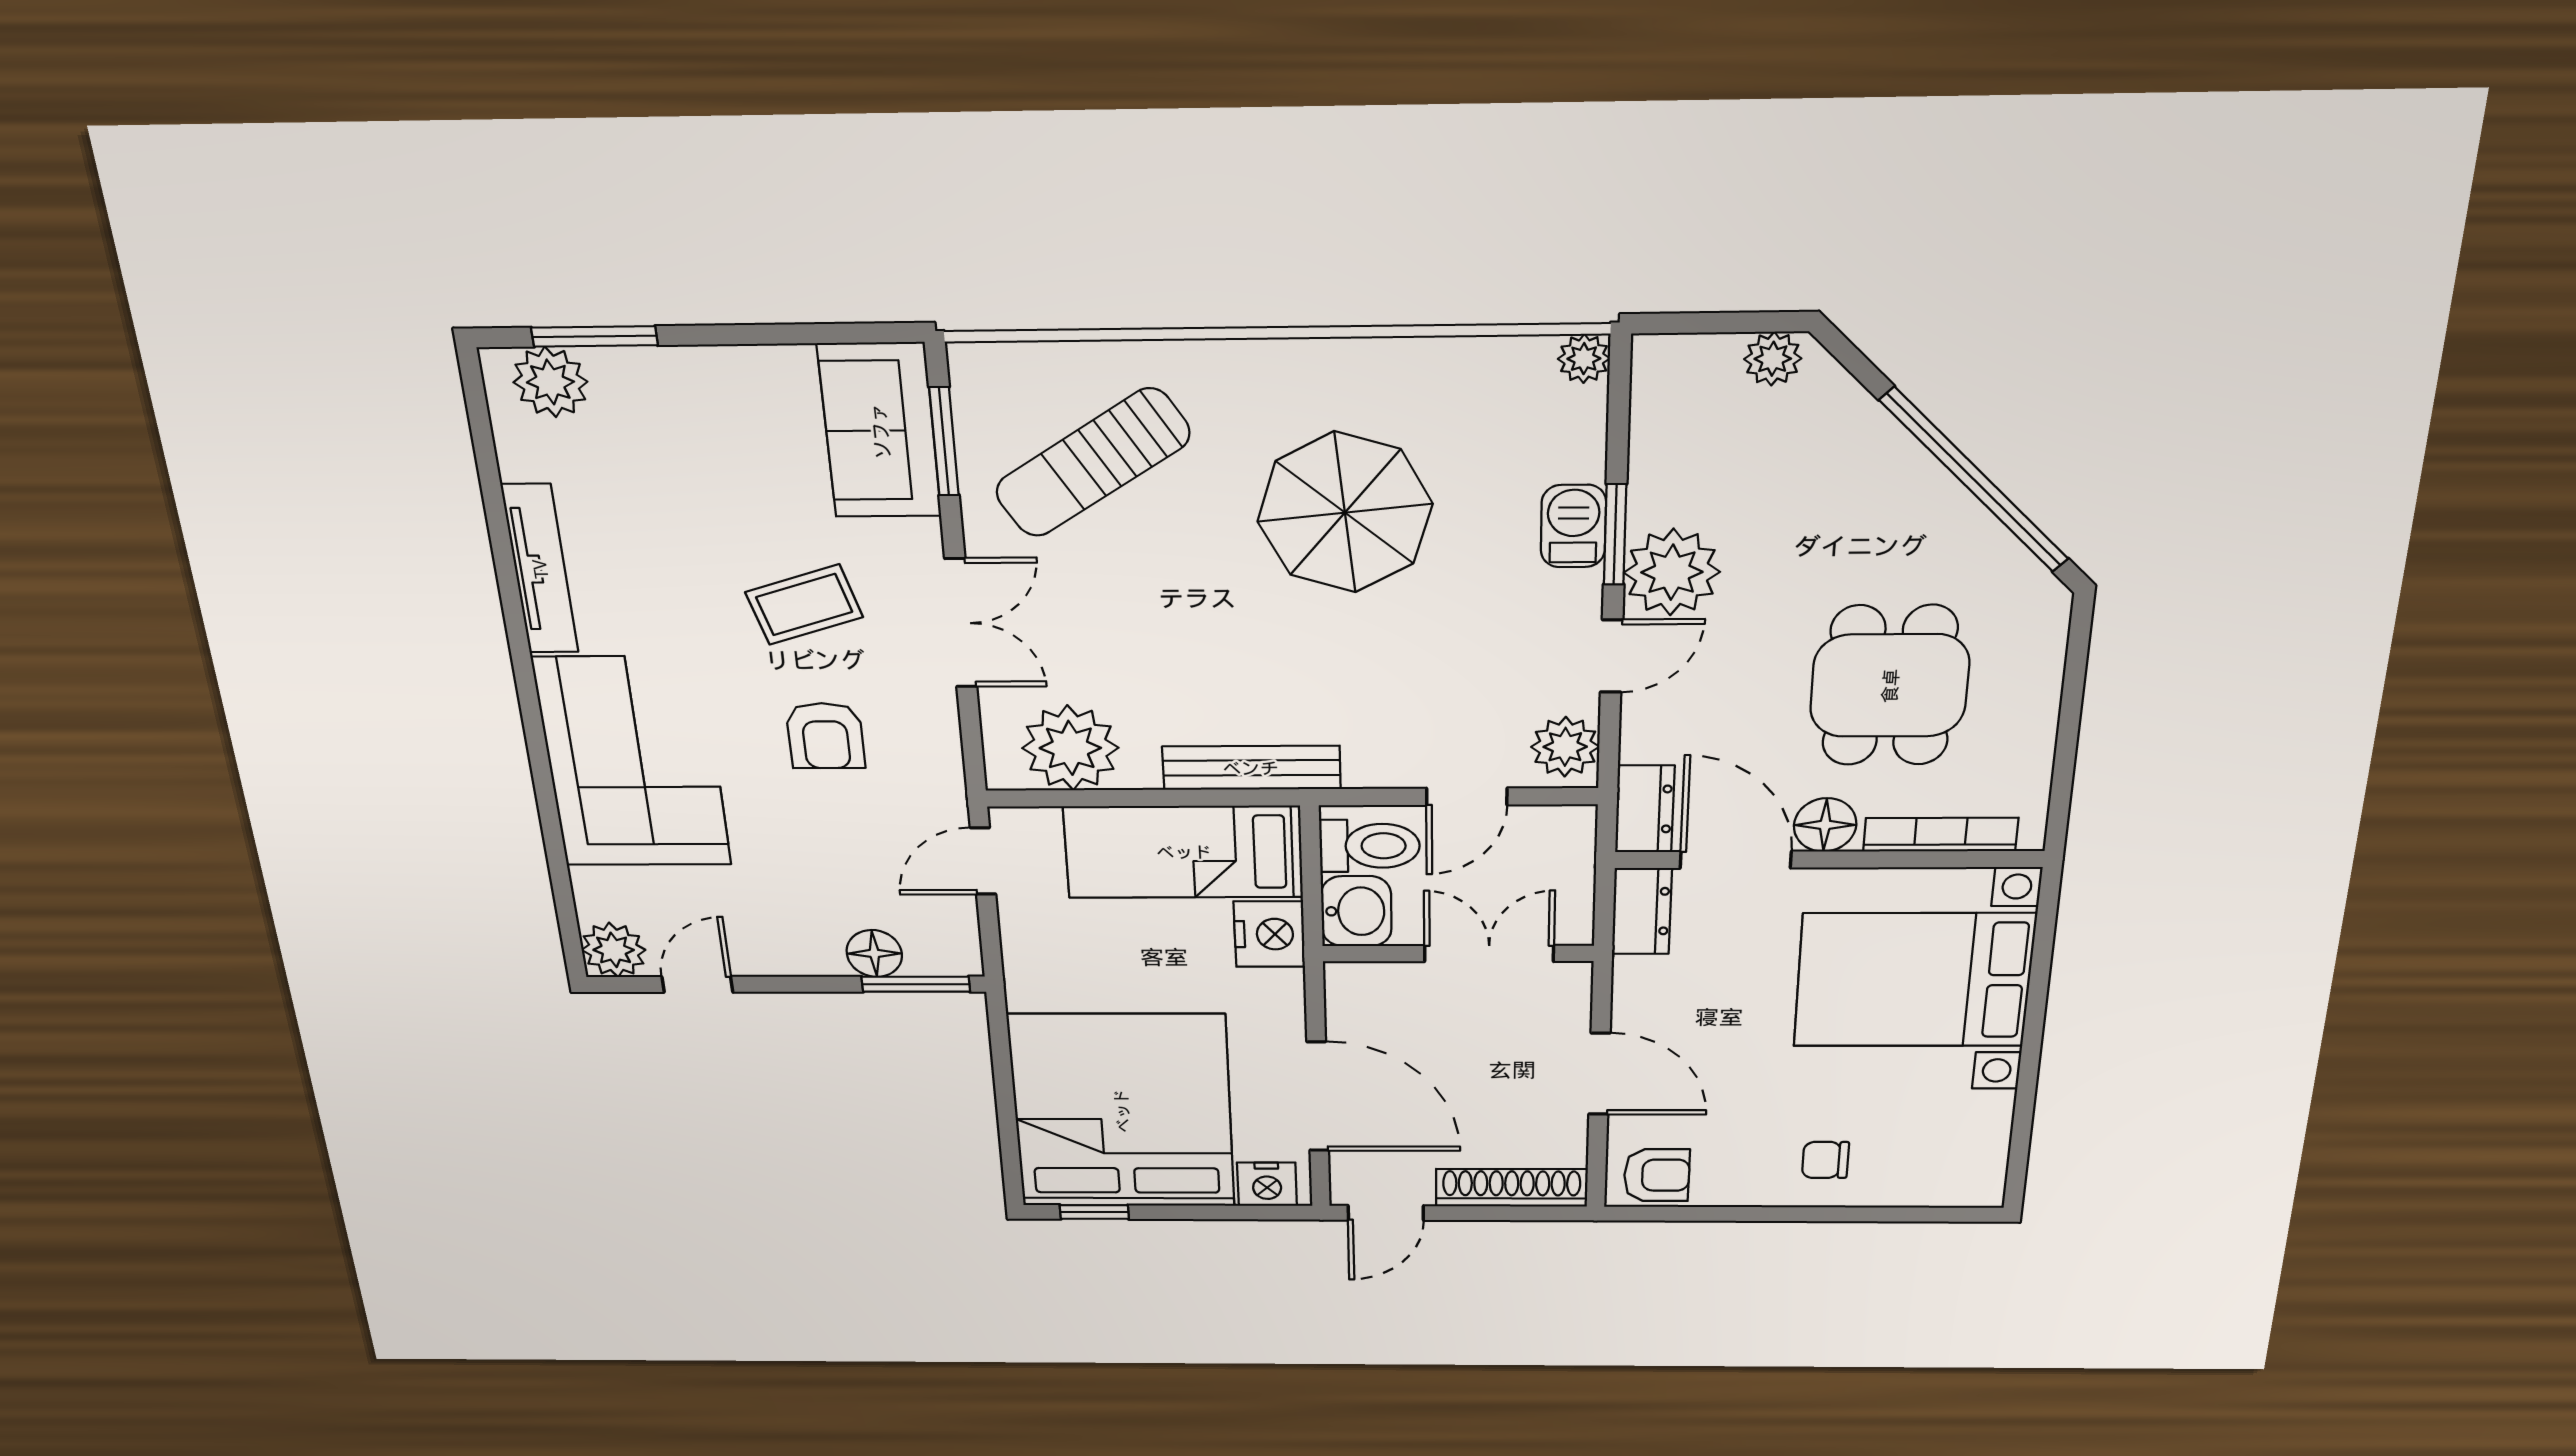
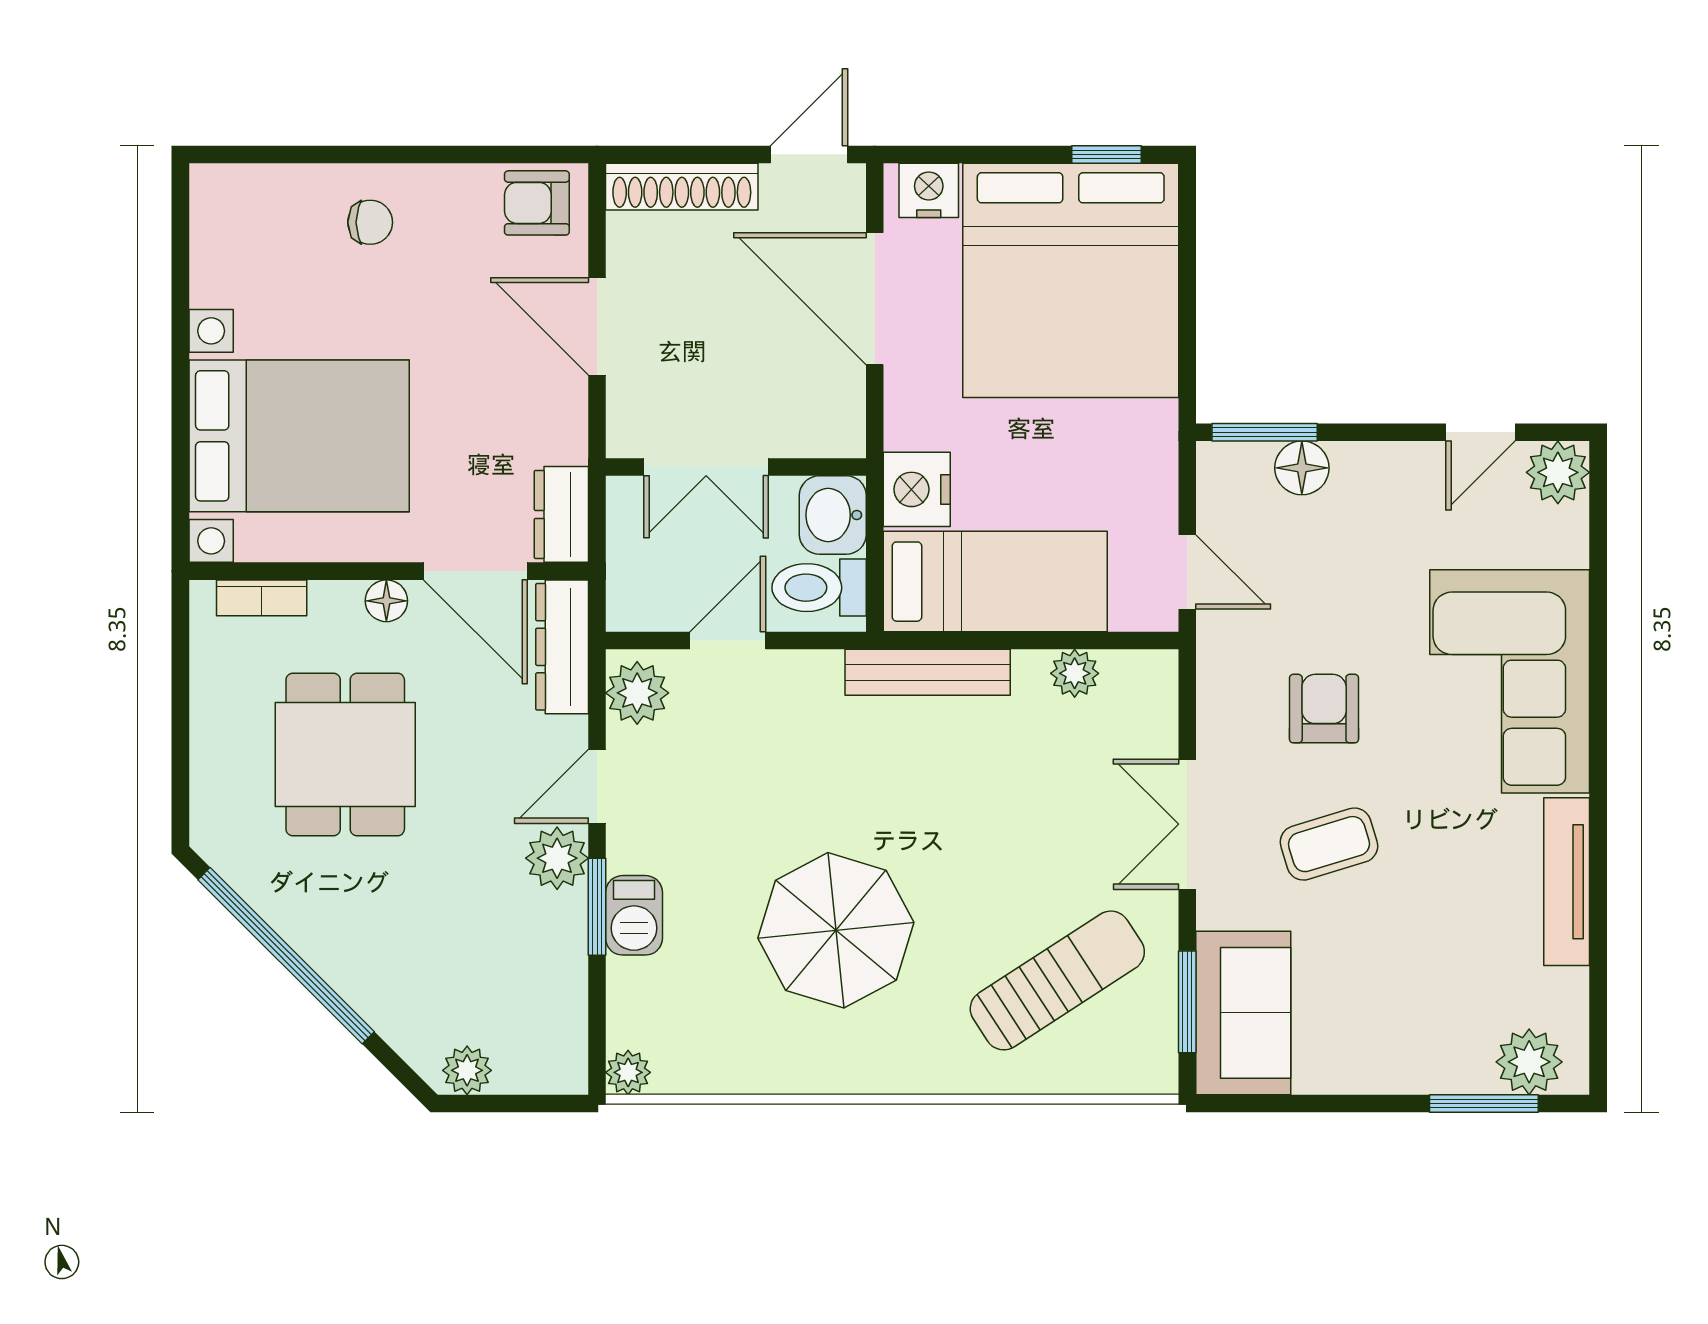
plant: (1672, 572) -> (557, 858), width x0.73, depth x0.73
plant: (1070, 748) -> (1075, 673), width x0.53, depth x0.53
dresser: (1645, 809) -> (562, 647), width x1.44
floor lamp: (1825, 825) -> (386, 601), width x0.73, depth x0.73
bookcase: (1941, 835) -> (262, 598), width x0.64
door: (983, 861) -> (1187, 572), hinge flipped

